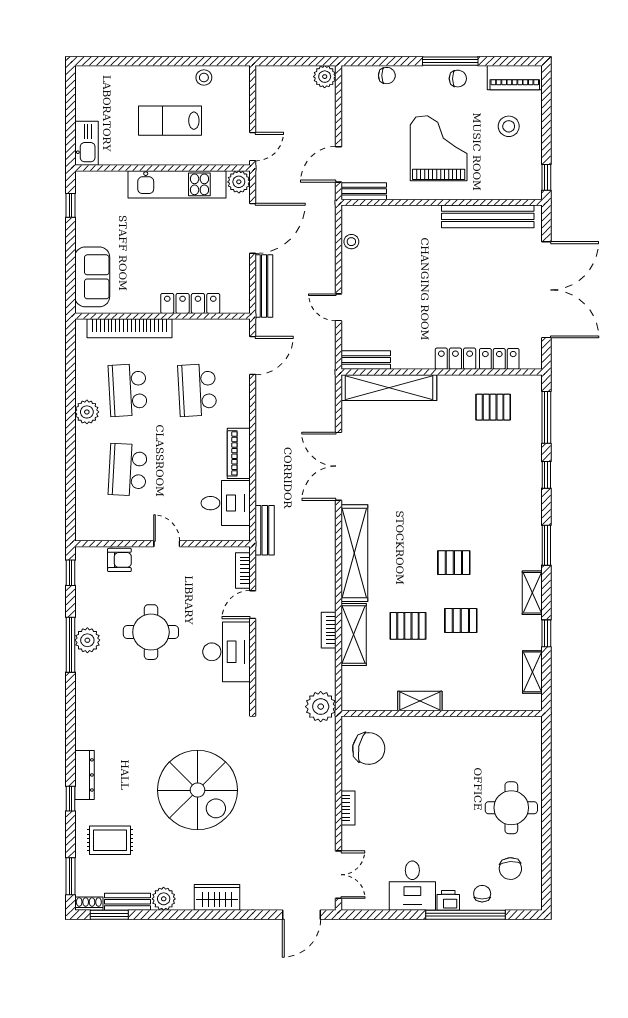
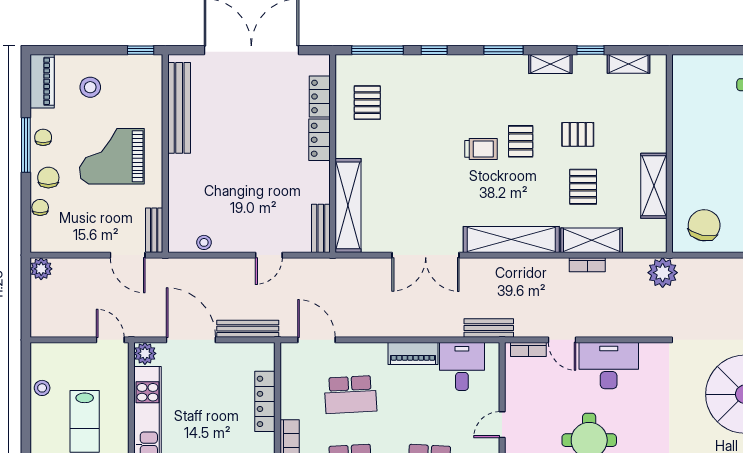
chair: (417, 84) -> (48, 178), added
trolley: (446, 522) -> (481, 149), added
pallet: (461, 620) -> (578, 134), turned 90
shelving: (420, 701) -> (654, 186), width x1.50, depth x1.33

